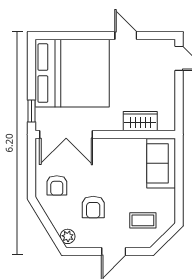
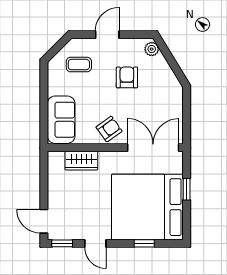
window: (75, 35) -> (144, 243), added
window: (160, 35) -> (62, 243), added
window: (32, 111) -> (187, 189), moved
armchair: (57, 185) -> (109, 129), moved, turned 54

